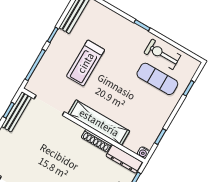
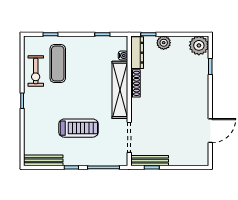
water cooler: (143, 153) -> (123, 56), moved

